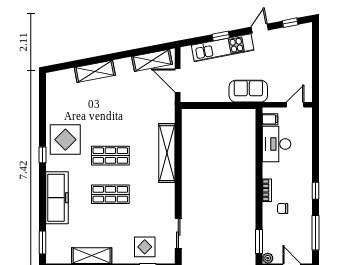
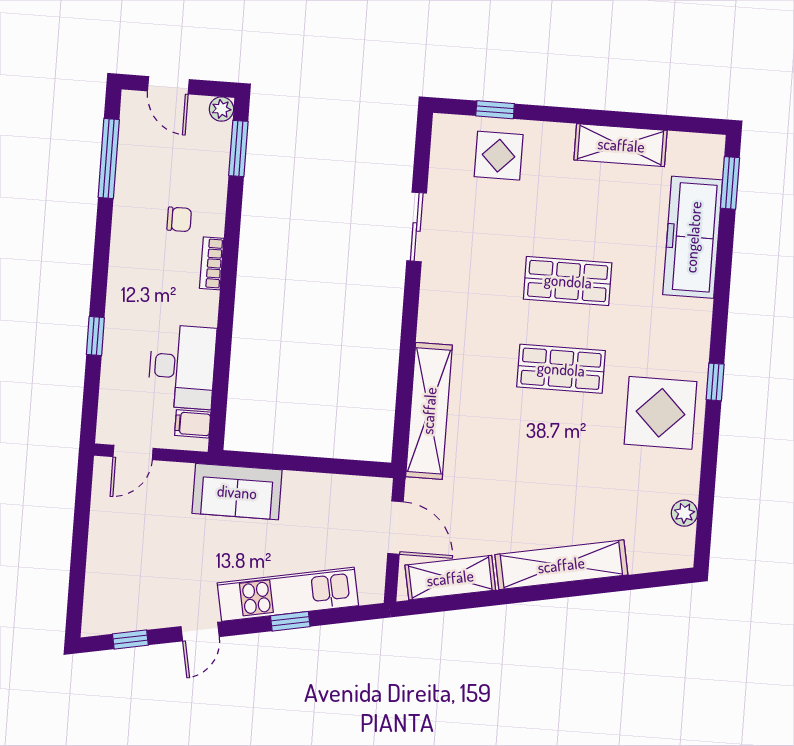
shelving: (95, 71) -> (561, 565), width x1.47
plant: (51, 96) -> (684, 513), added
shelving: (167, 153) -> (429, 411), moved
window: (316, 191) -> (95, 336), moved
freezer: (57, 198) -> (693, 237), moved
sliding door: (178, 234) -> (417, 227), moved

